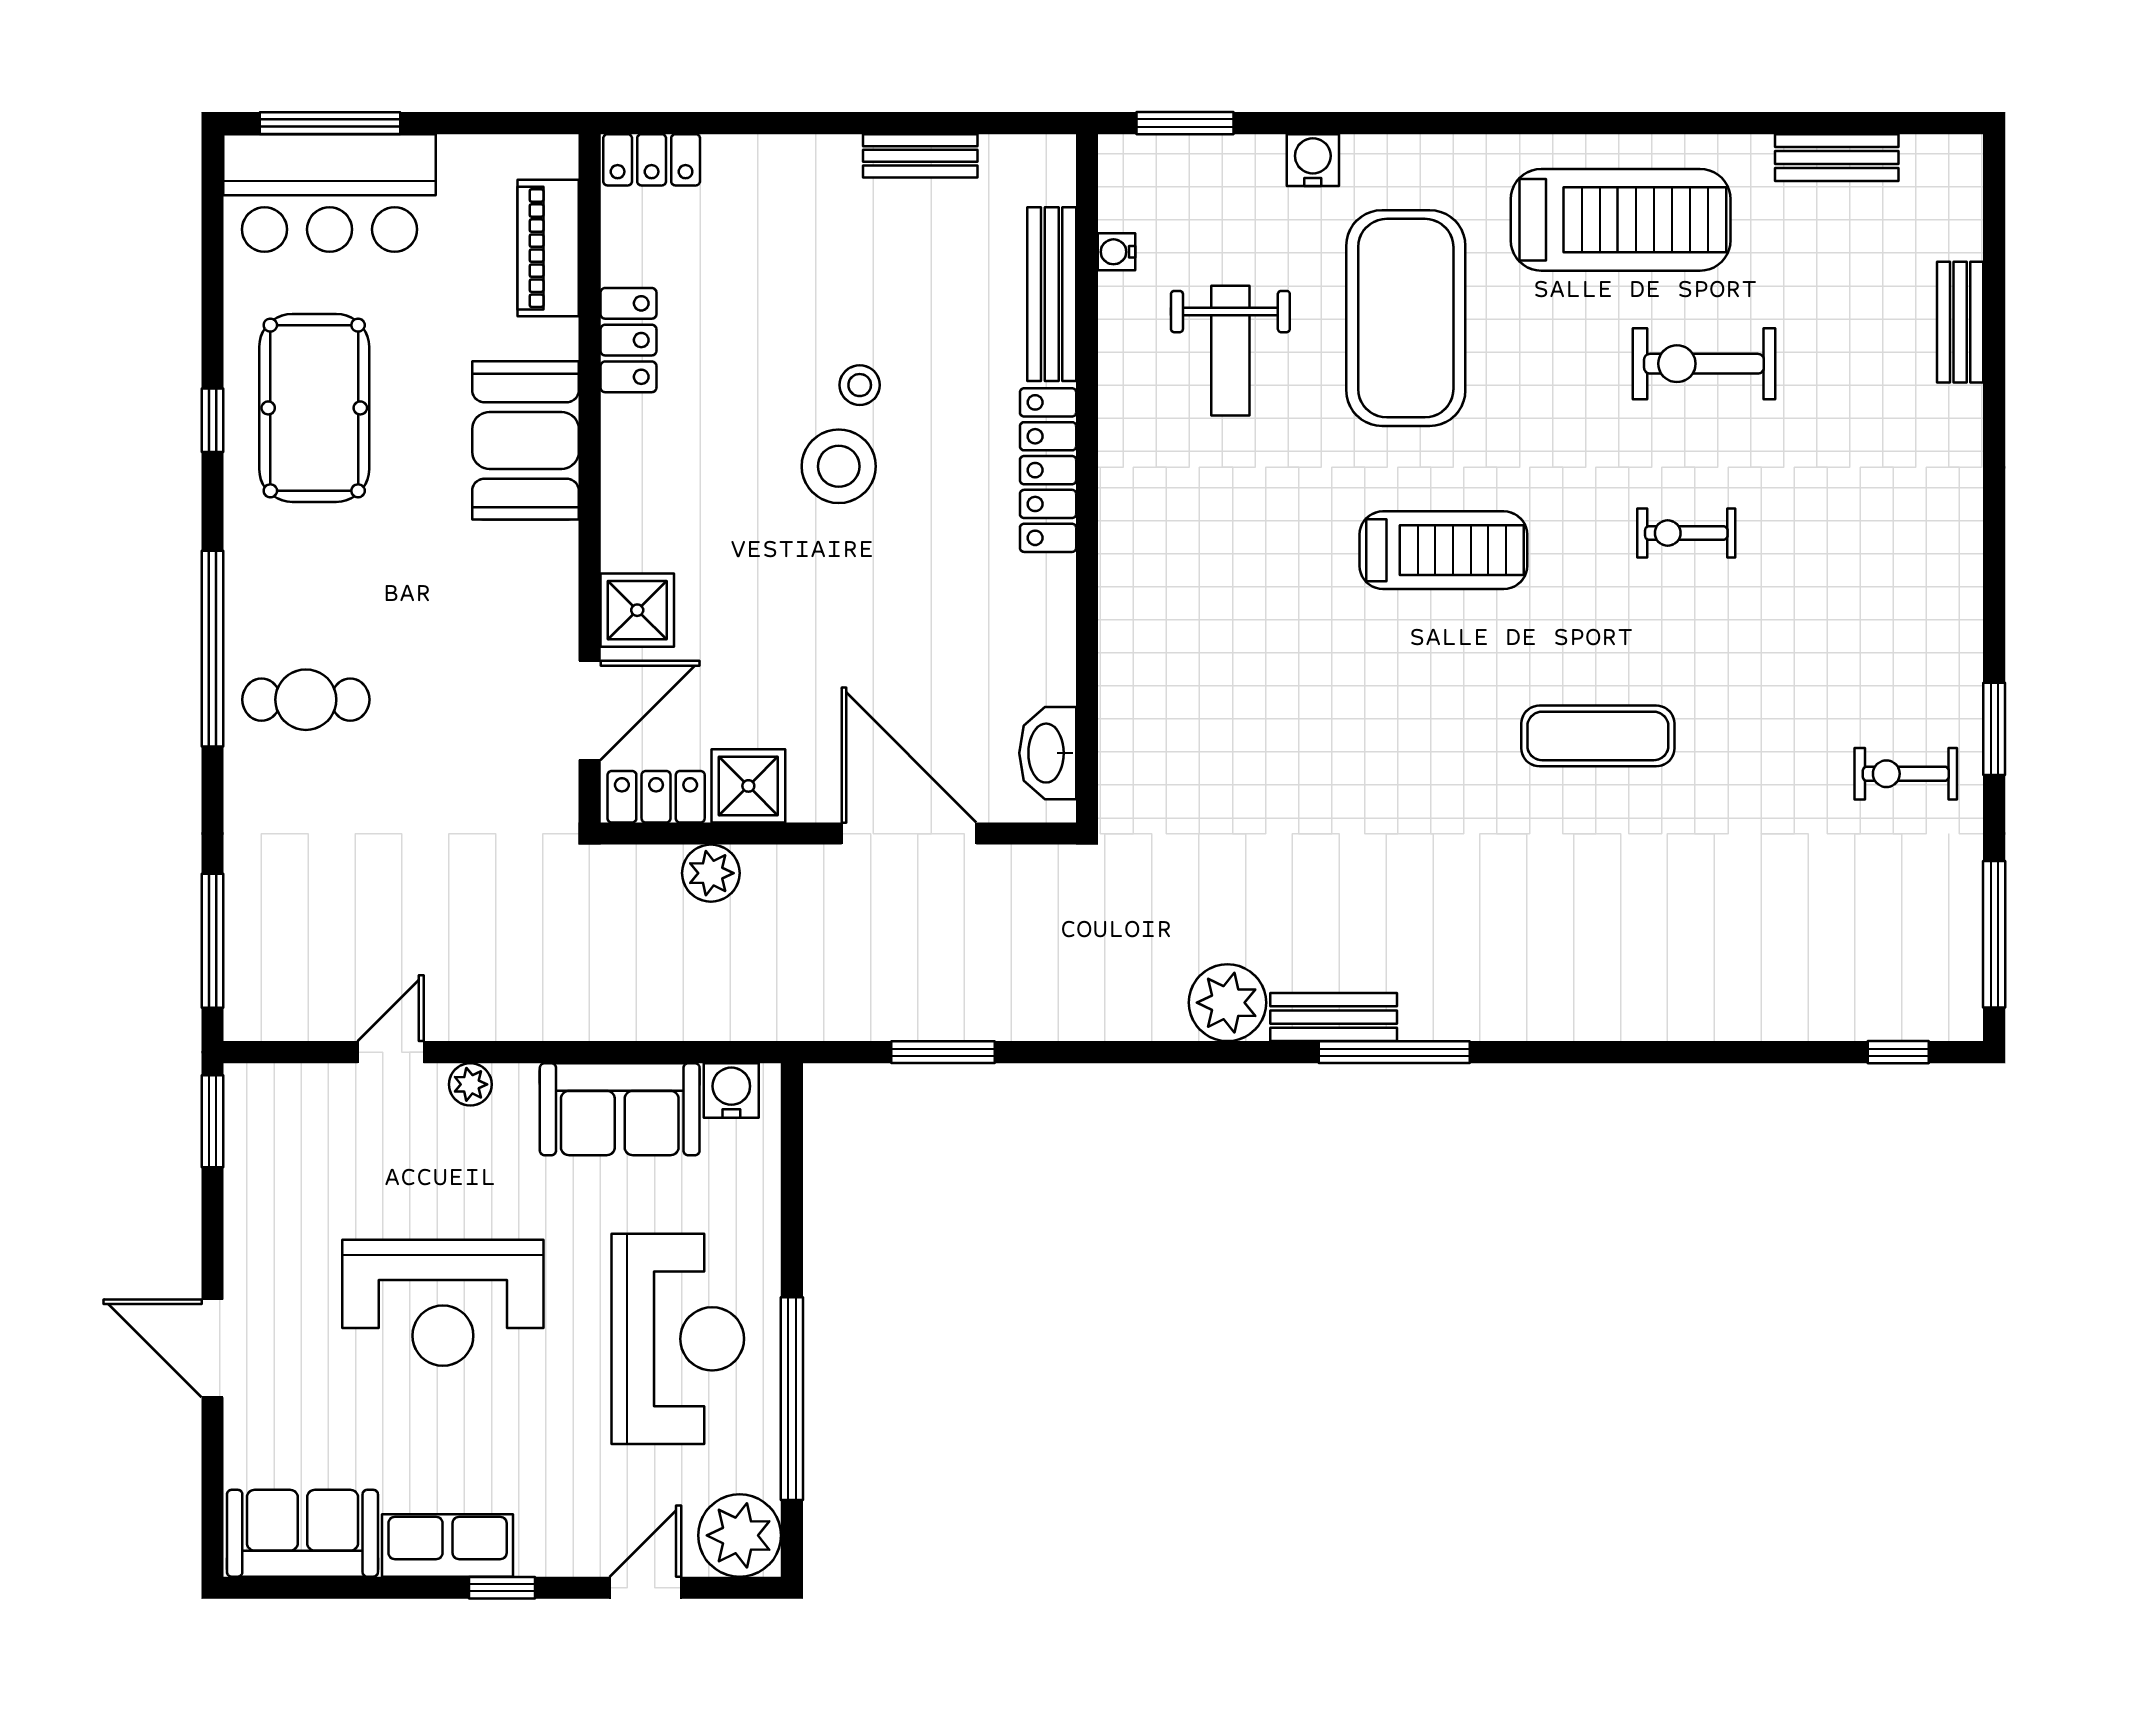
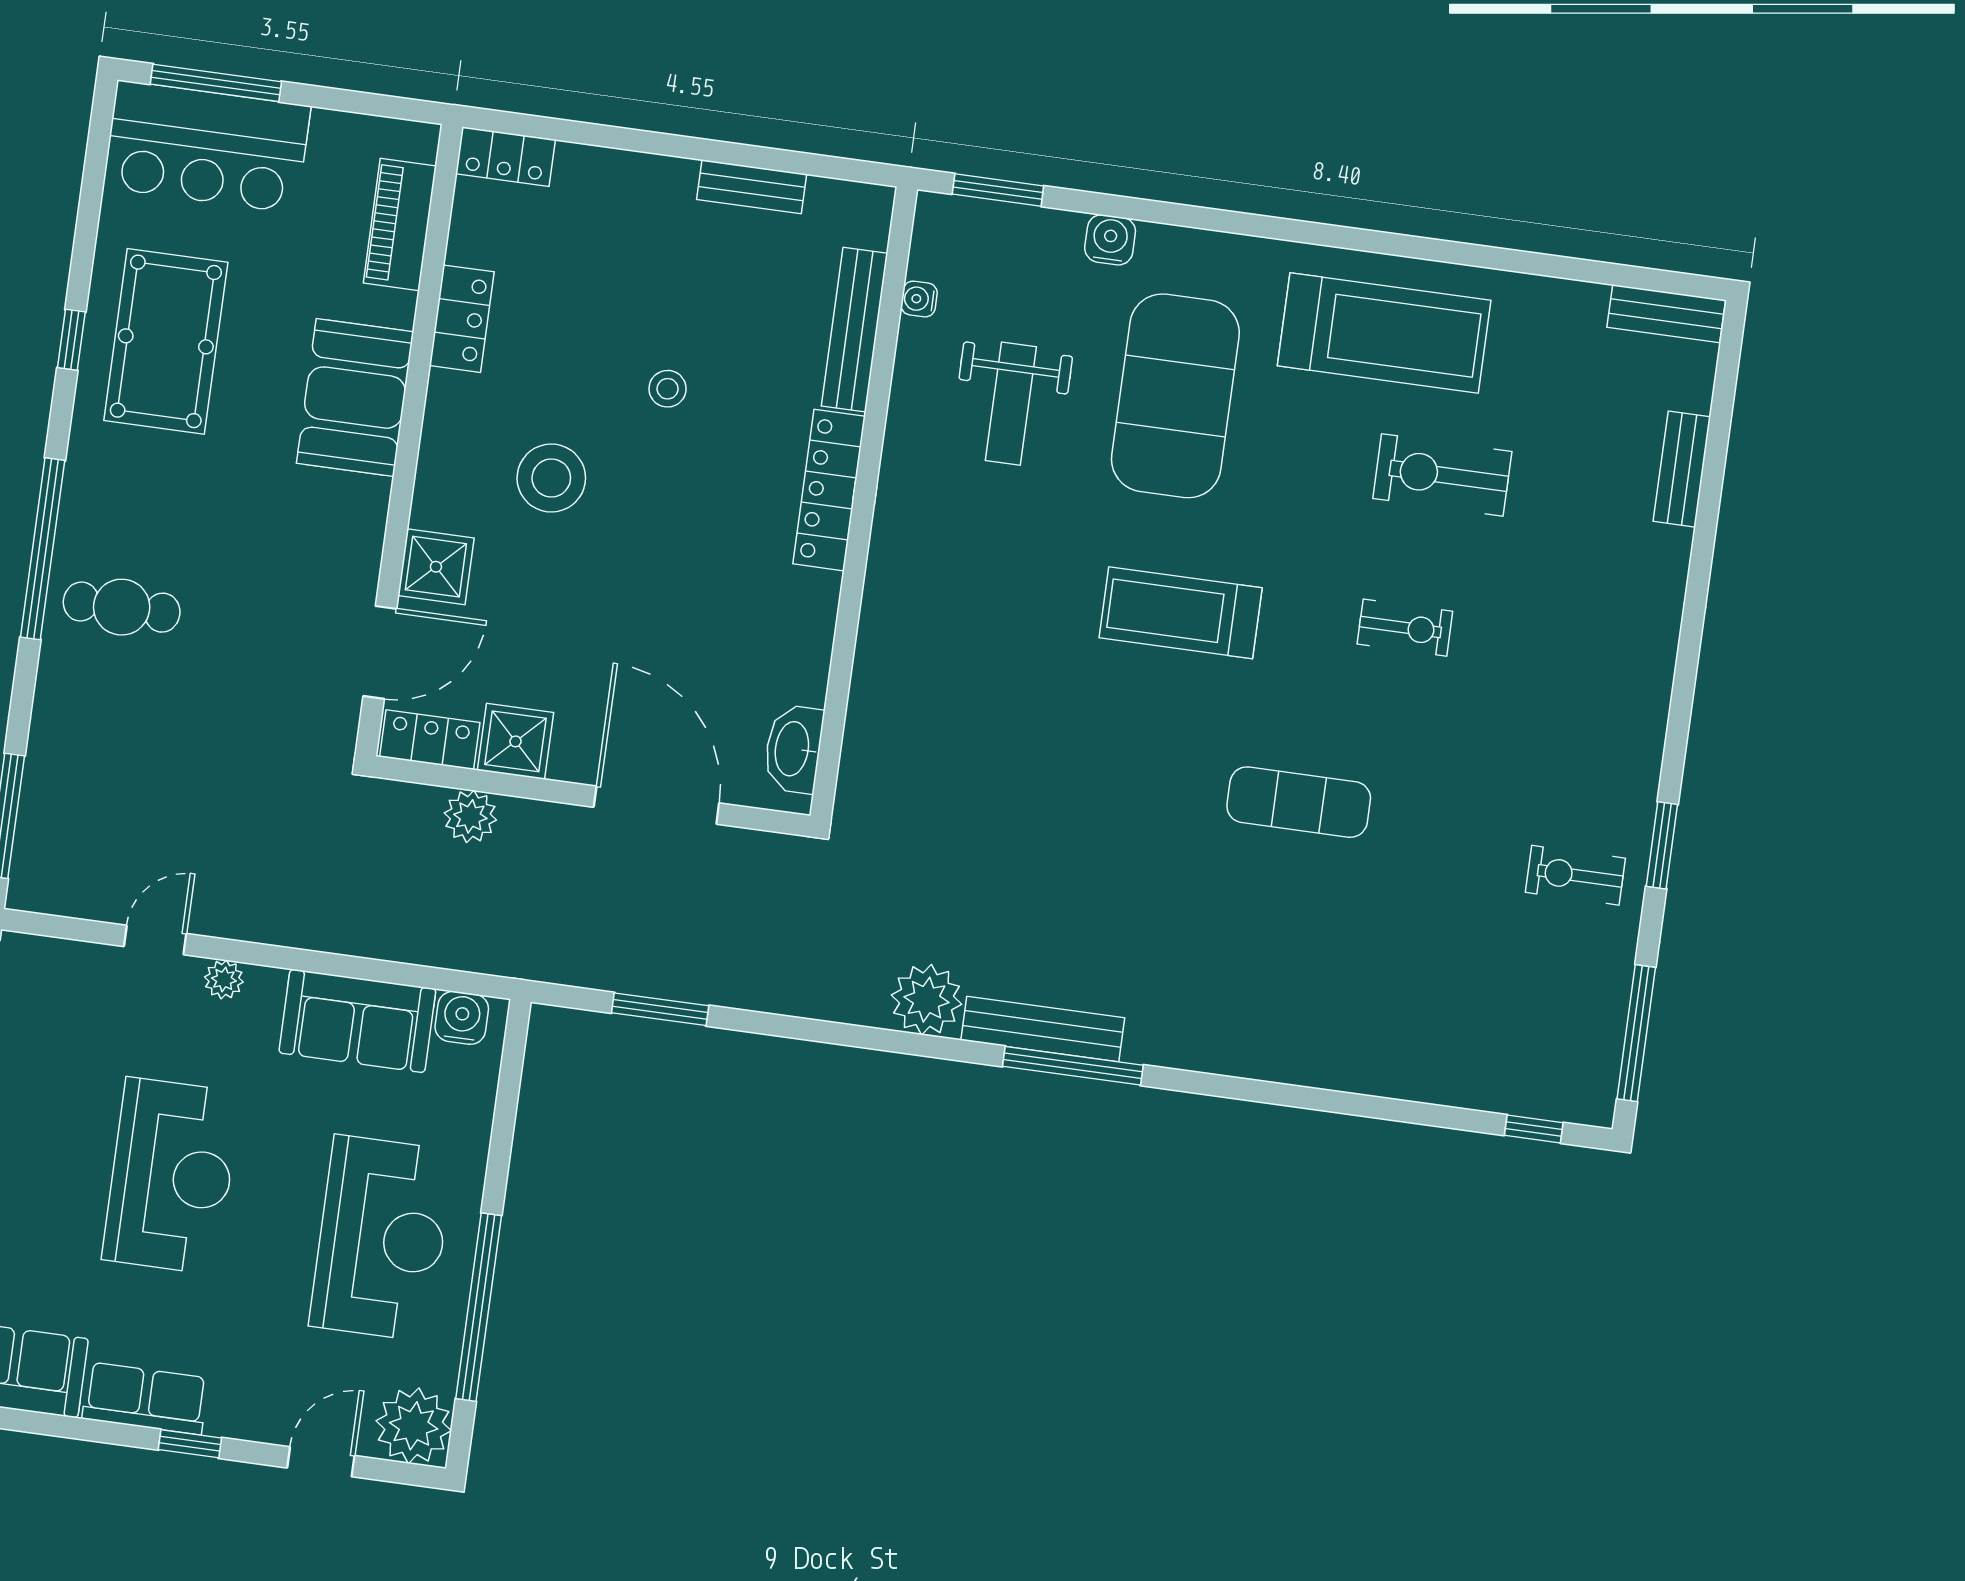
bench: (1837, 158) -> (1666, 314), moved
stool: (839, 466) -> (551, 478), moved
exercise bike: (1686, 533) -> (1405, 628), turned 180
treadmill: (1443, 550) -> (1181, 613), turned 180
bench: (1334, 1017) -> (1043, 1029), width x1.36
reception desk: (443, 1303) -> (171, 1176), turned -90

